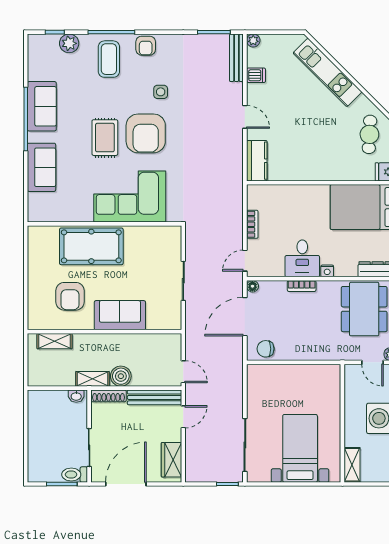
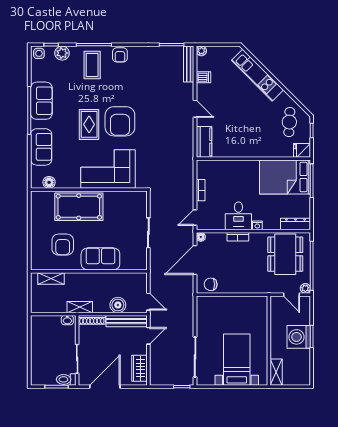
side table: (161, 92) -> (39, 53), moved
floor lamp: (52, 214) -> (49, 182), added
boiler: (121, 376) -> (118, 305), moved

